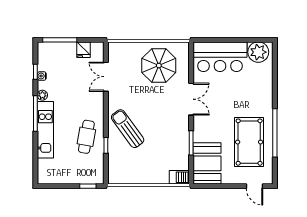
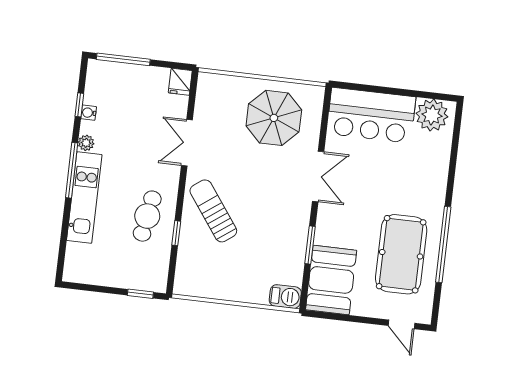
fridge: (84, 50) -> (180, 82), moved
double door: (106, 77) -> (187, 143), moved

